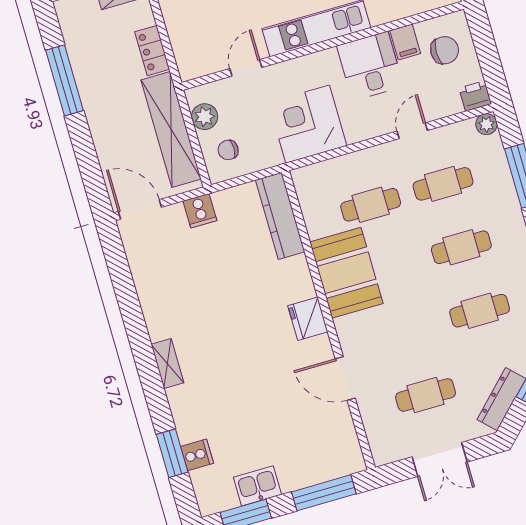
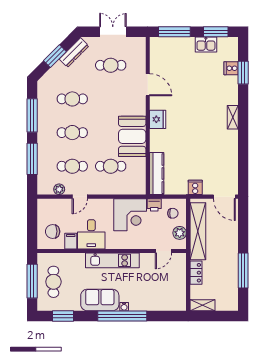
door: (246, 68) -> (163, 251), moved
printer: (475, 96) -> (154, 205), moved
plant: (486, 124) -> (59, 189), moved

